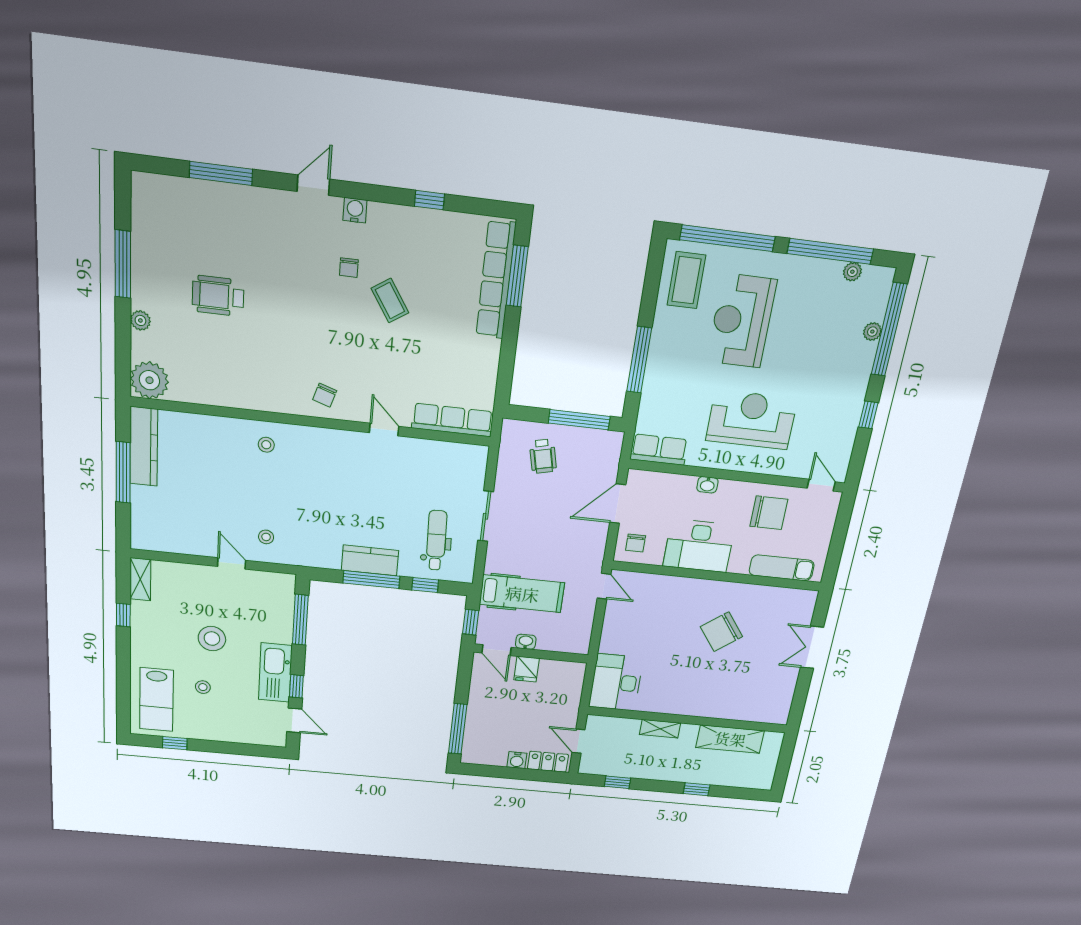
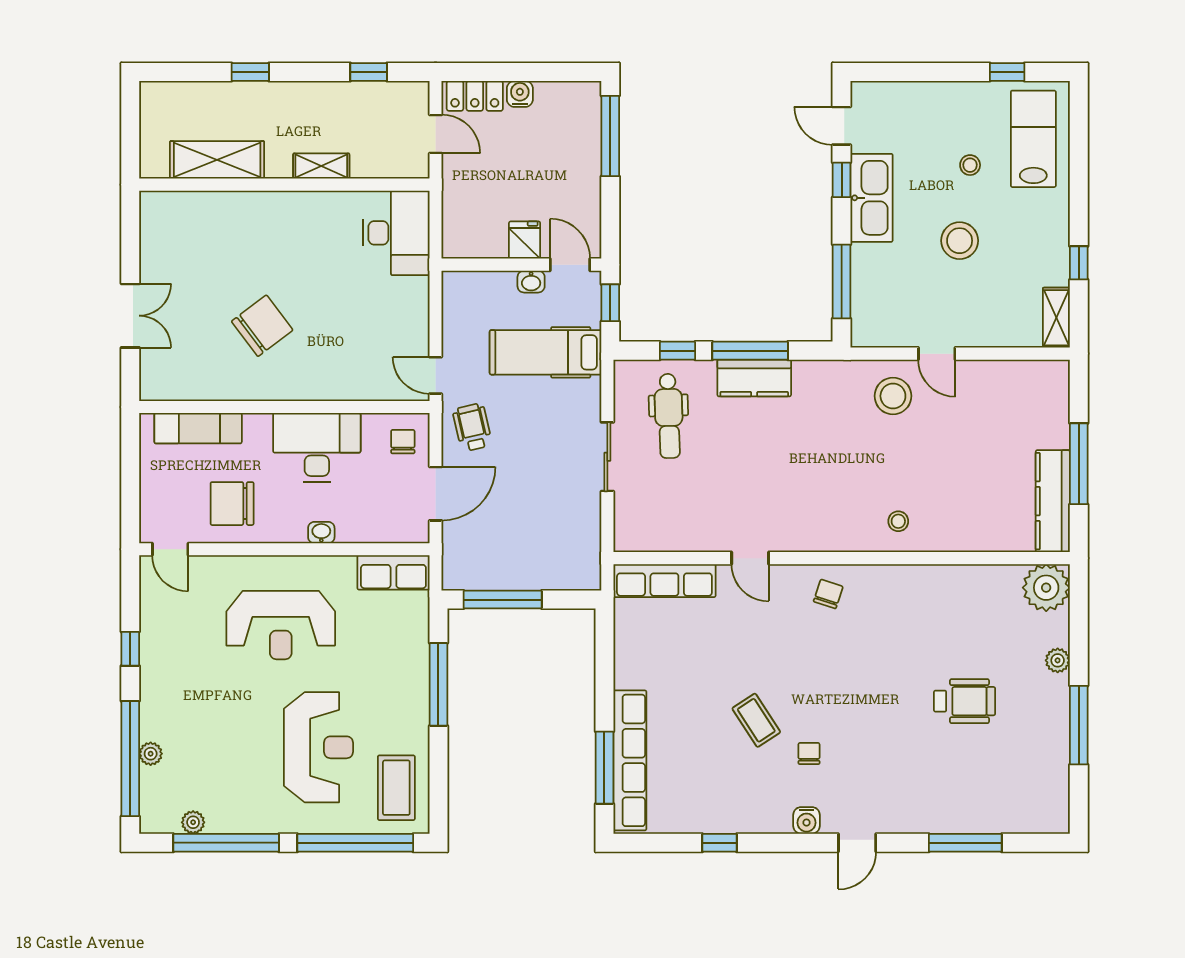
wheelchair: (543, 456) -> (472, 427), moved
stool: (266, 537) -> (893, 396), width x1.89, depth x1.89

